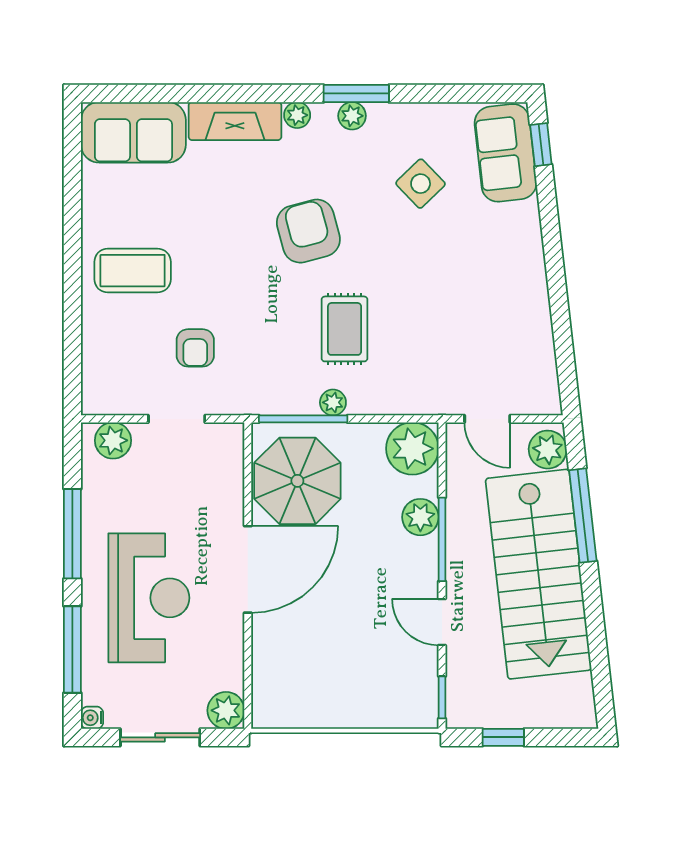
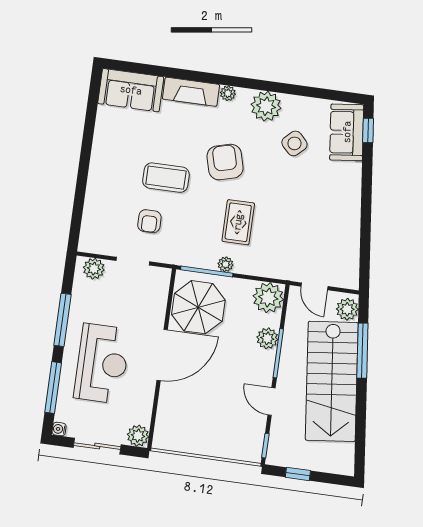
window: (356, 93) -> (264, 86), removed
plant: (352, 116) -> (266, 106), width x1.87, depth x1.87
coffee table: (133, 271) -> (166, 178), moved

